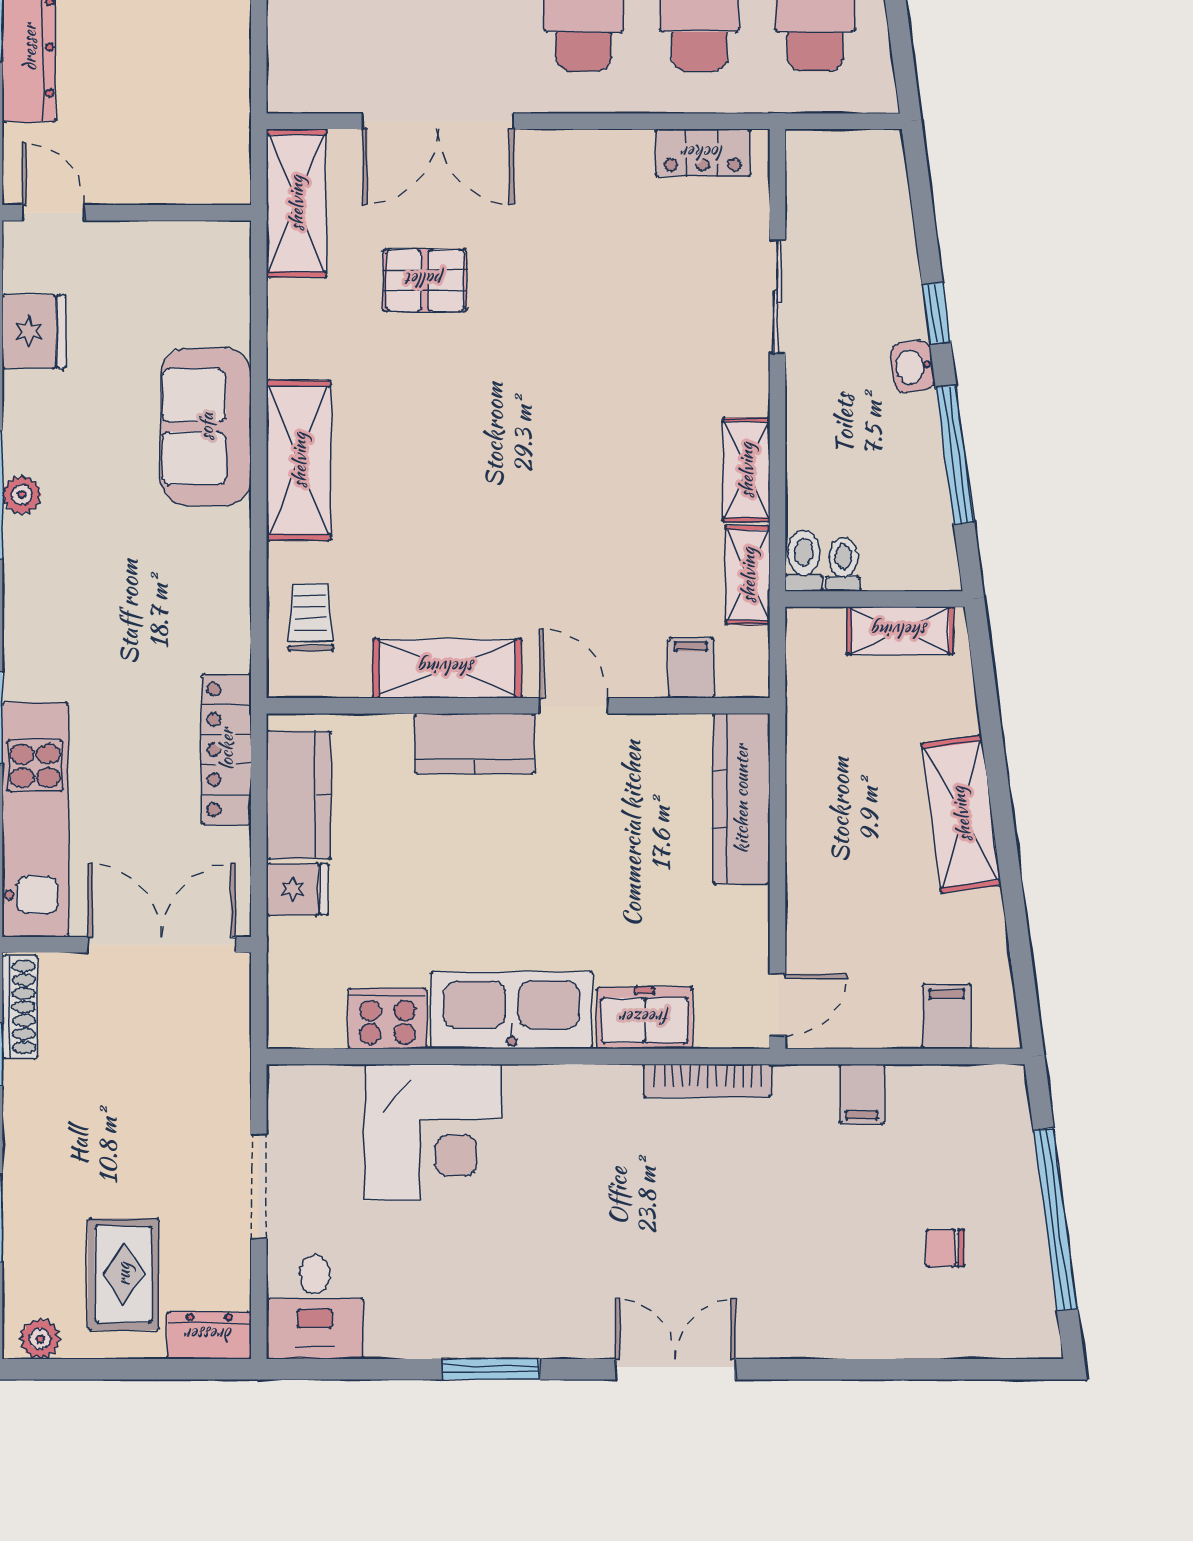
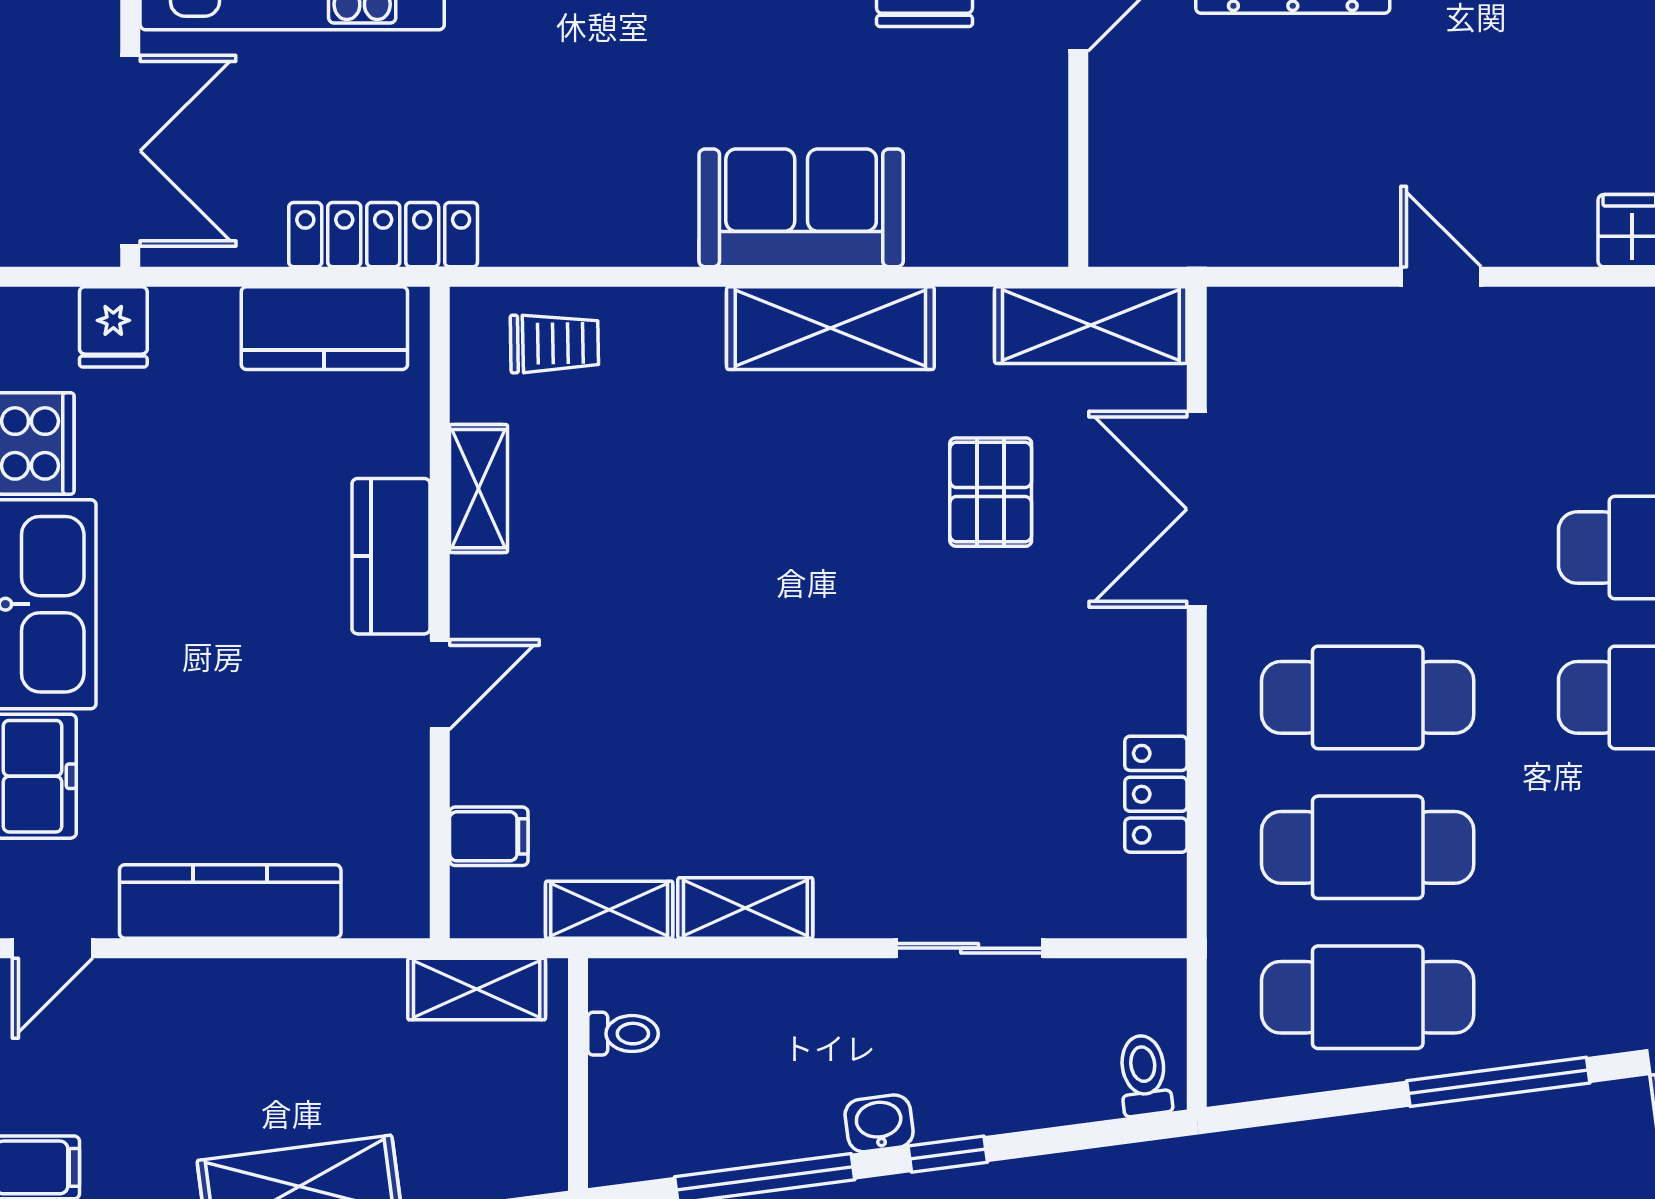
locker: (703, 153) -> (1156, 794), moved
shelving: (299, 460) -> (830, 328), moved
toilet: (804, 561) -> (1144, 1075), moved, turned -97
shelving: (900, 631) -> (477, 989), moved, turned 90
shelving: (447, 668) -> (478, 489), width x0.67, depth x0.75
kitchen counter: (741, 799) -> (230, 901), moved
fridge: (298, 889) -> (113, 327), moved
door: (777, 1005) -> (53, 948), hinge flipped

